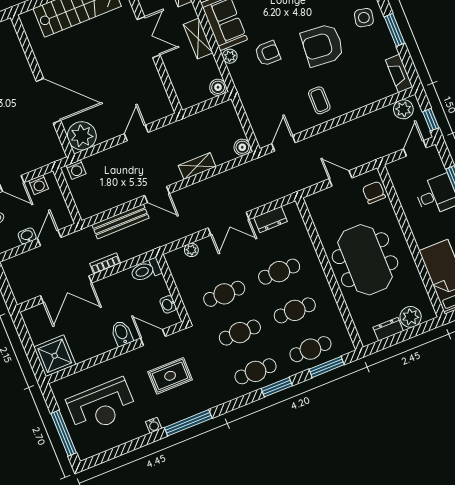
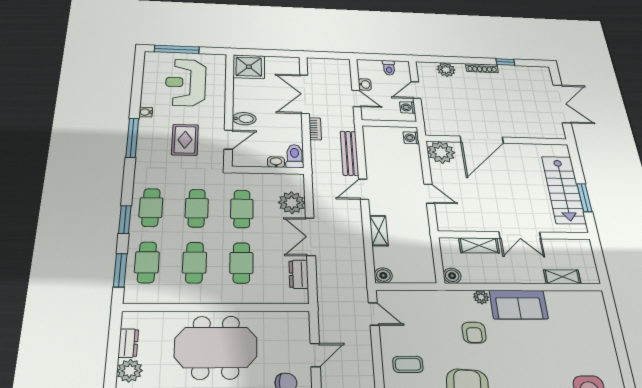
shelving: (198, 39) -> (479, 245), moved
plant: (191, 250) -> (292, 203), width x1.87, depth x1.87
washbasin: (168, 304) -> (276, 162), moved

